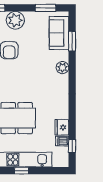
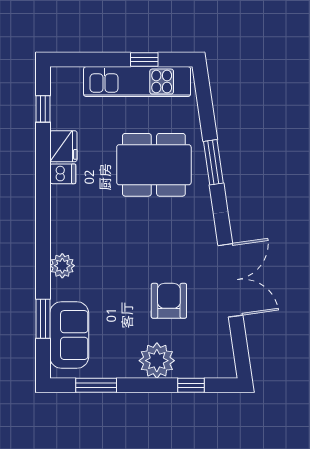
dishwasher: (62, 141) -> (63, 174), moved

